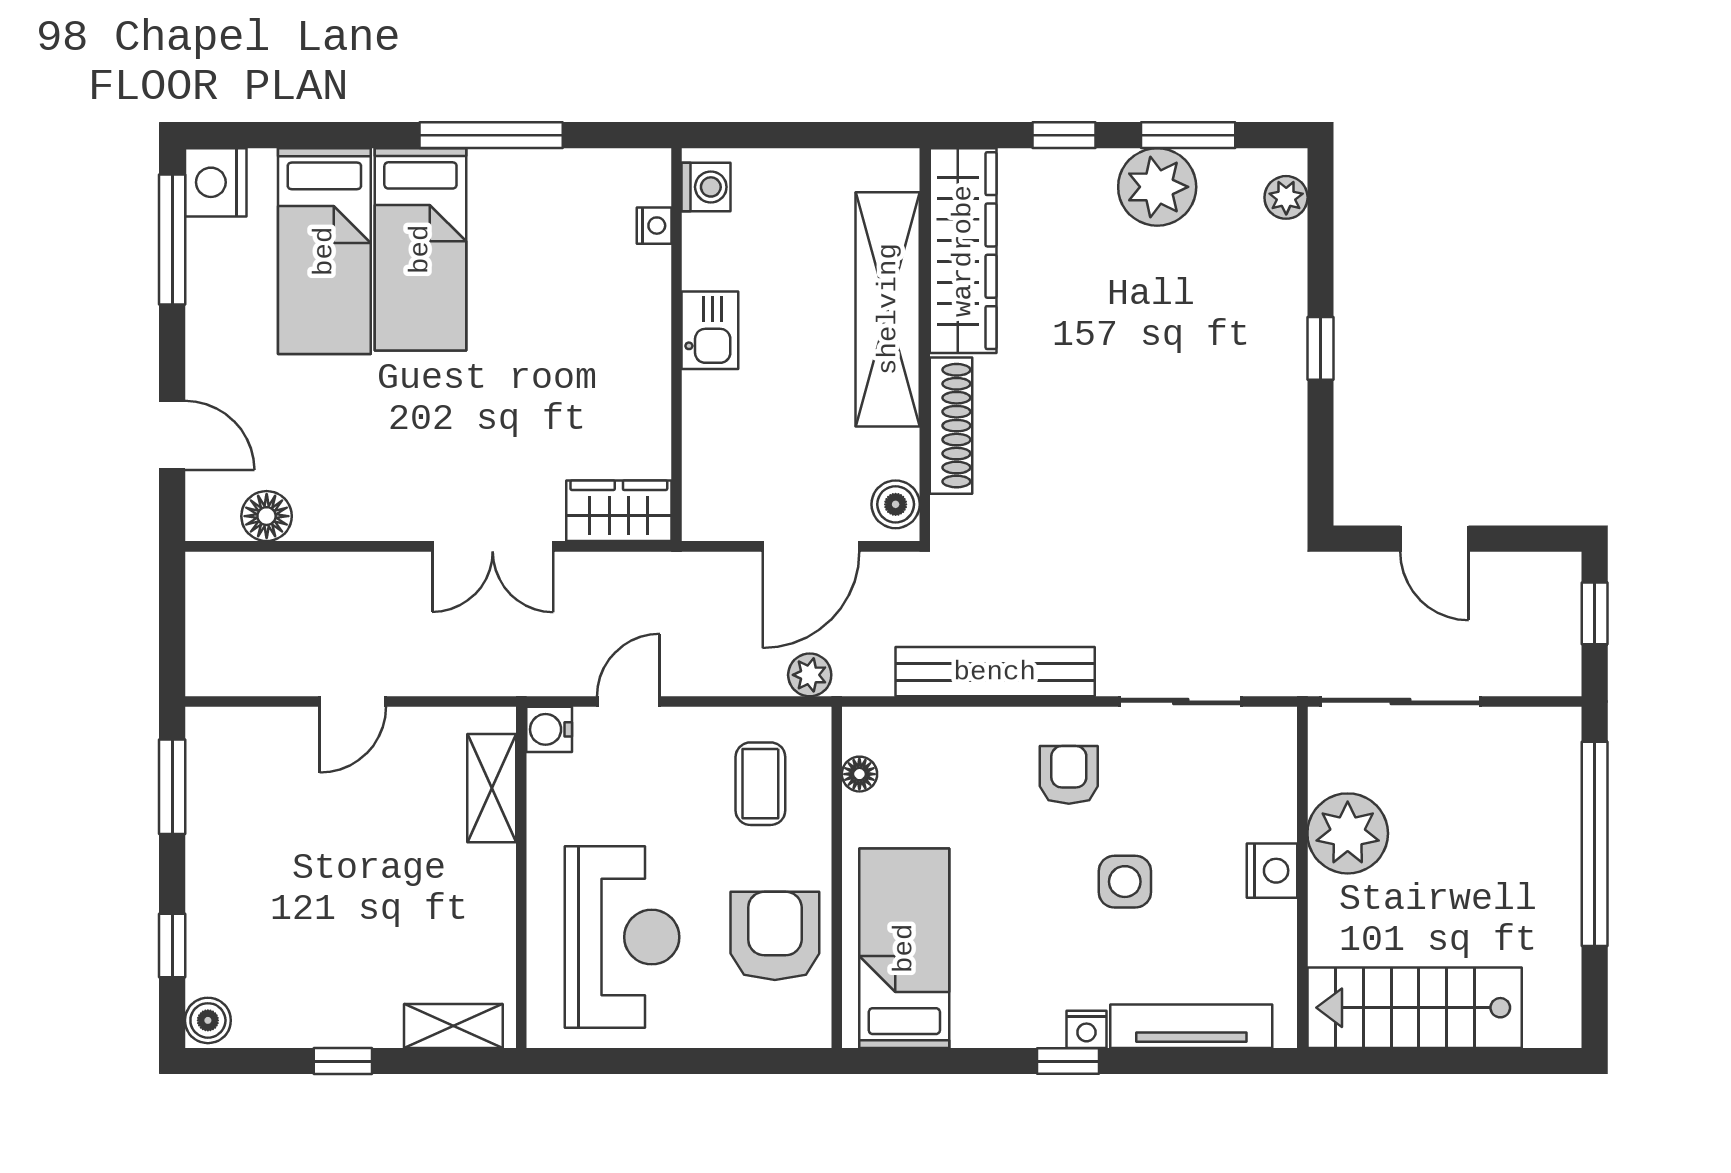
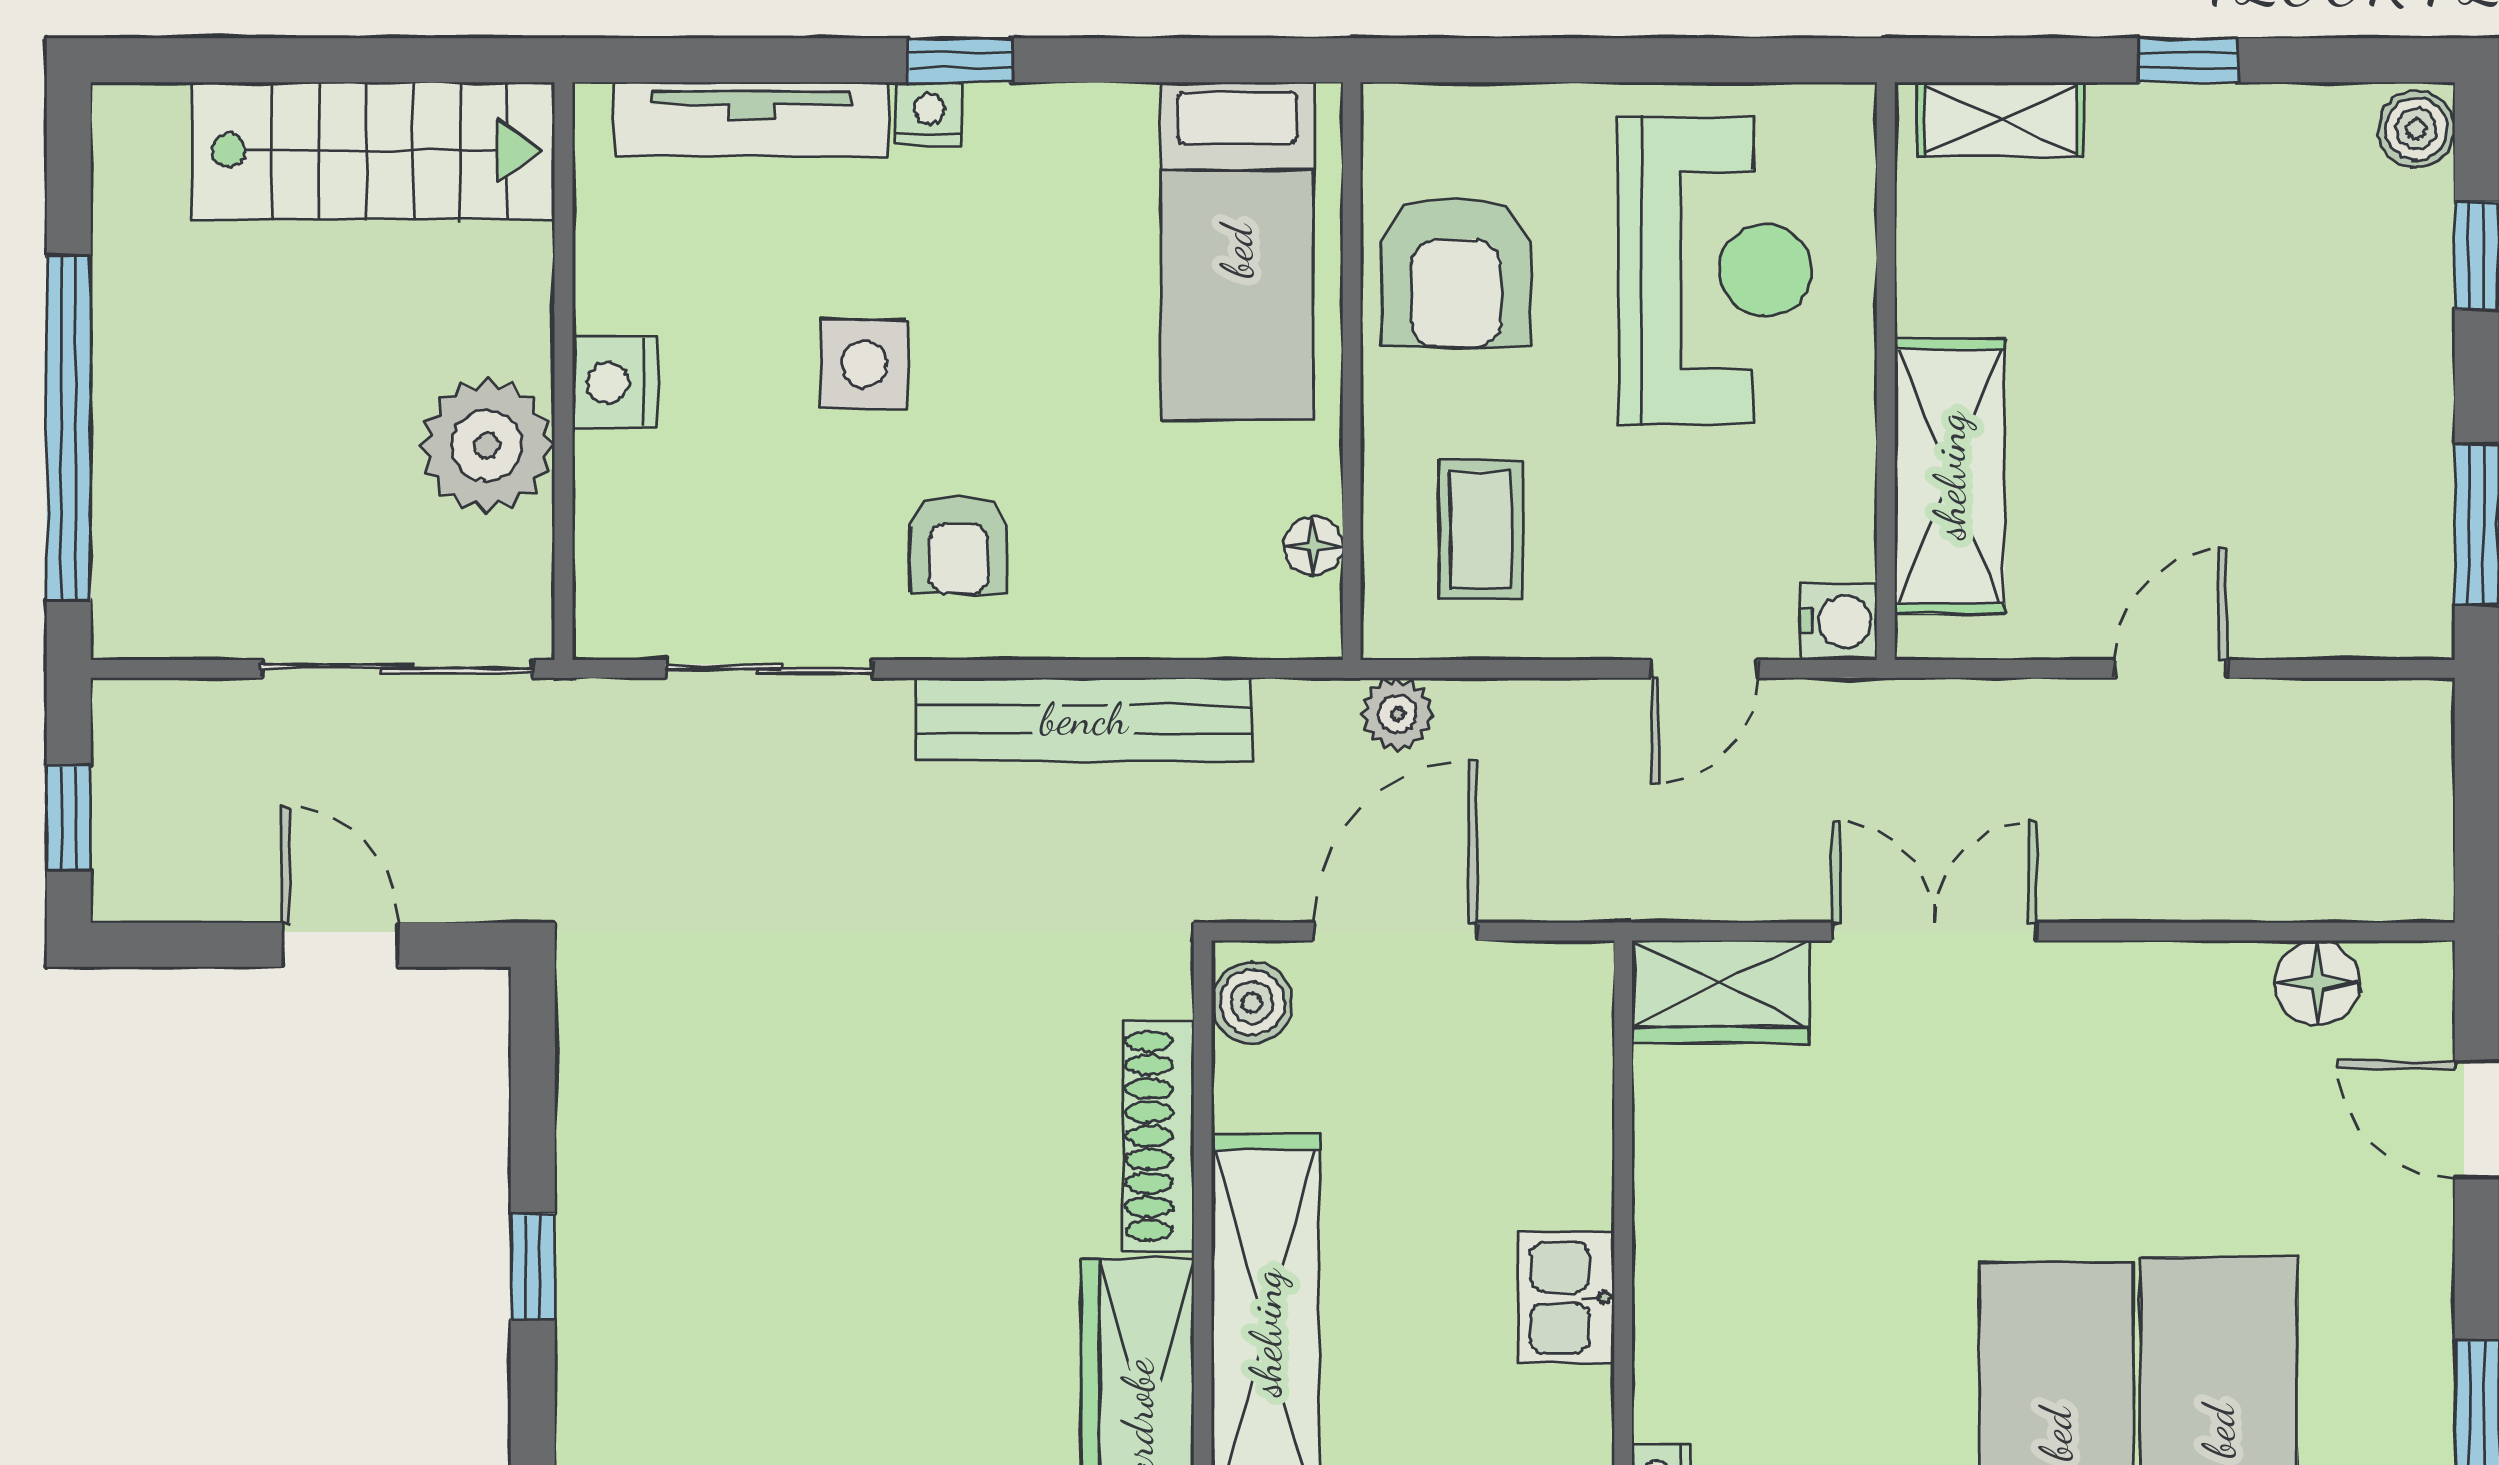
shelving: (492, 788) -> (1950, 476), width x1.50, depth x1.33
reception desk: (622, 937) -> (1715, 270), turned 180

